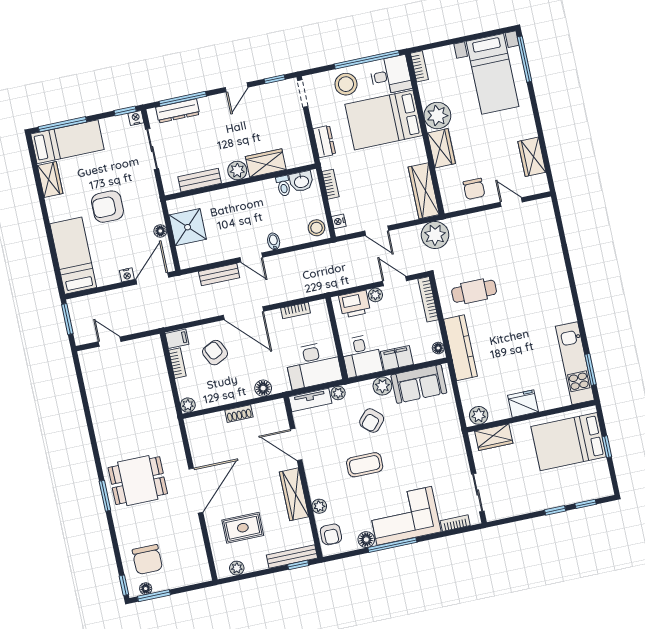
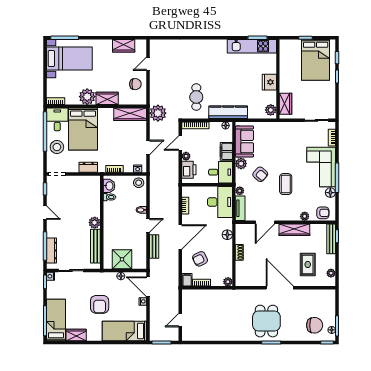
wardrobe: (266, 163) -> (94, 205), removed
bench: (200, 180) -> (95, 246), width x1.36
bed: (569, 442) -> (316, 60), moved

